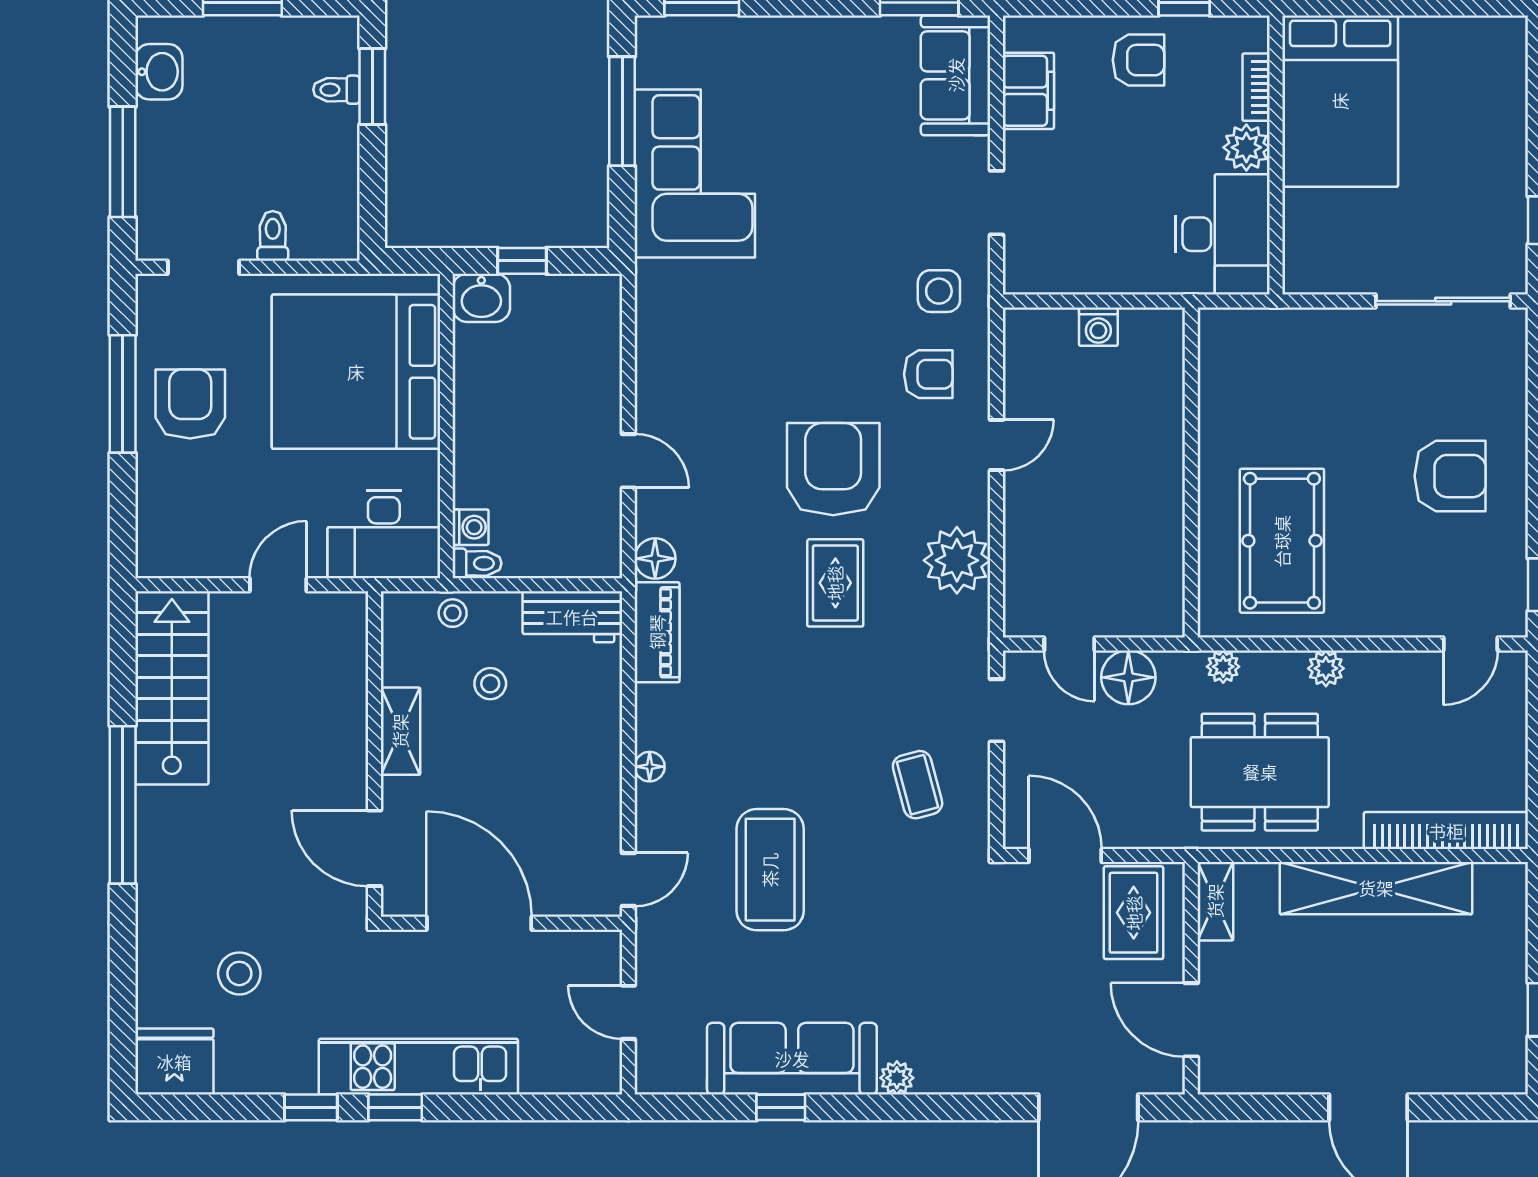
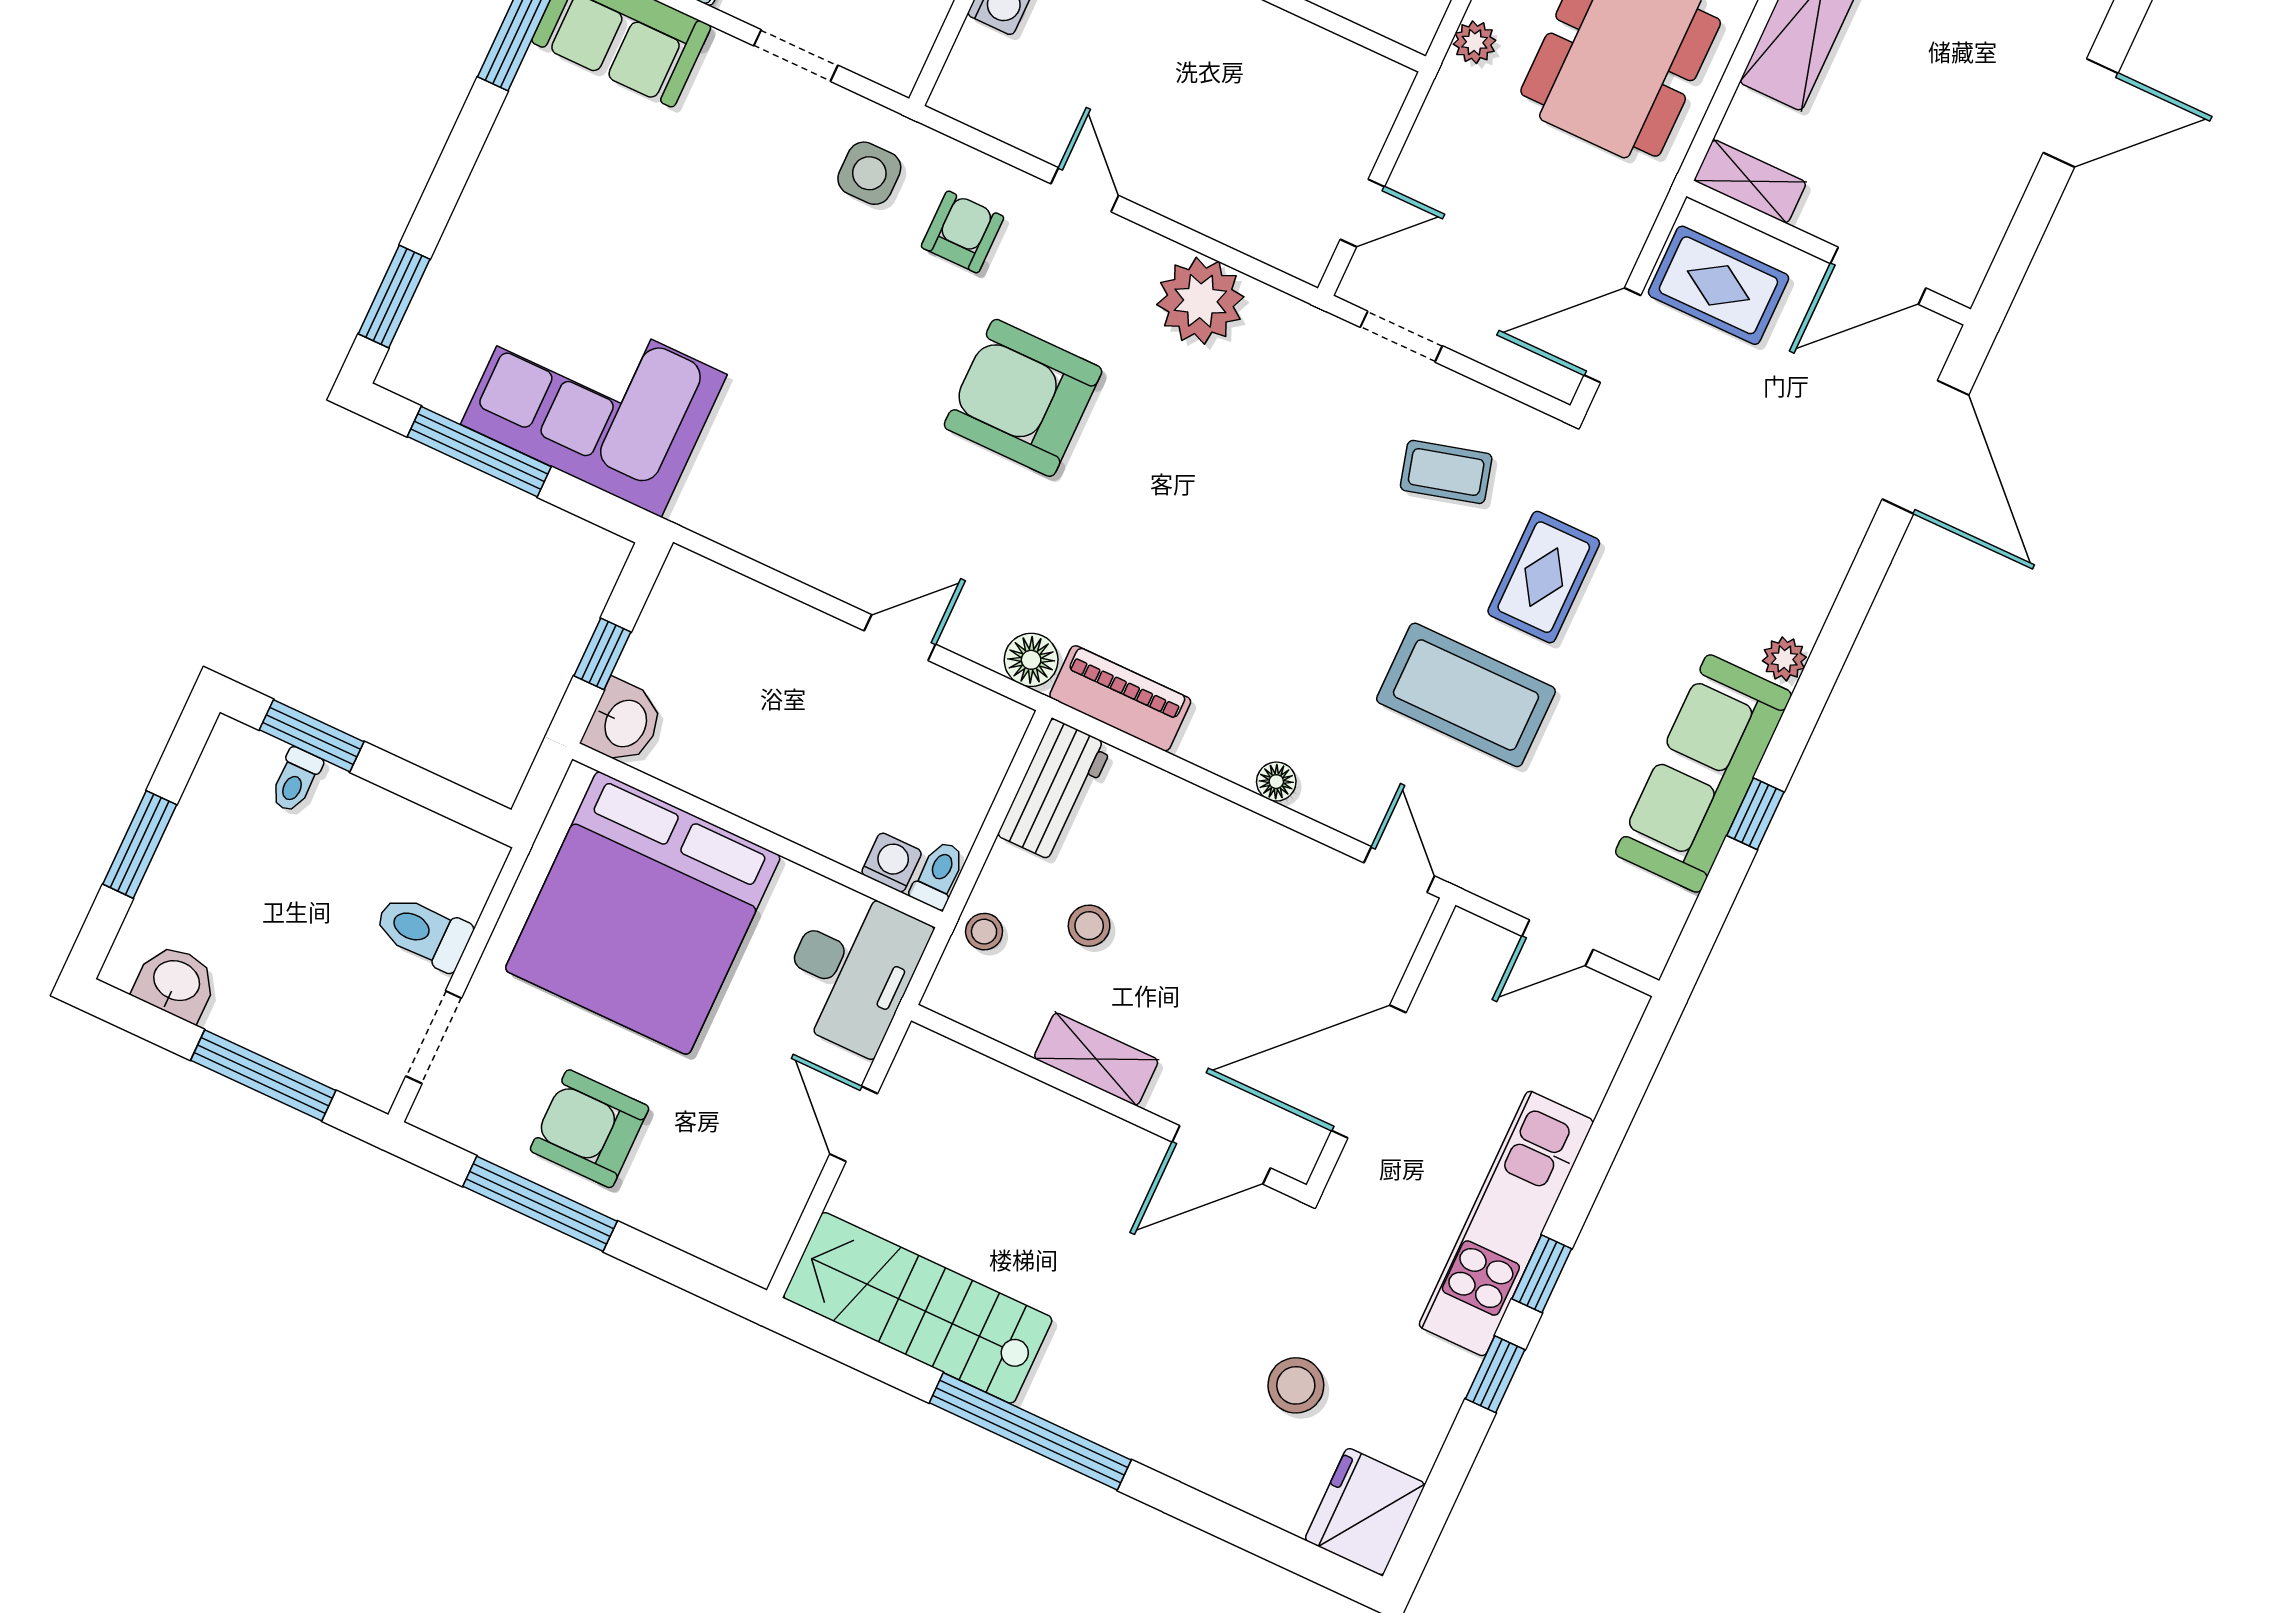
toilet: (273, 236) -> (423, 932), width x1.37, depth x1.39
rug: (835, 583) -> (1544, 577), moved, turned 90
floor lamp: (1128, 677) -> (1435, 161), removed

